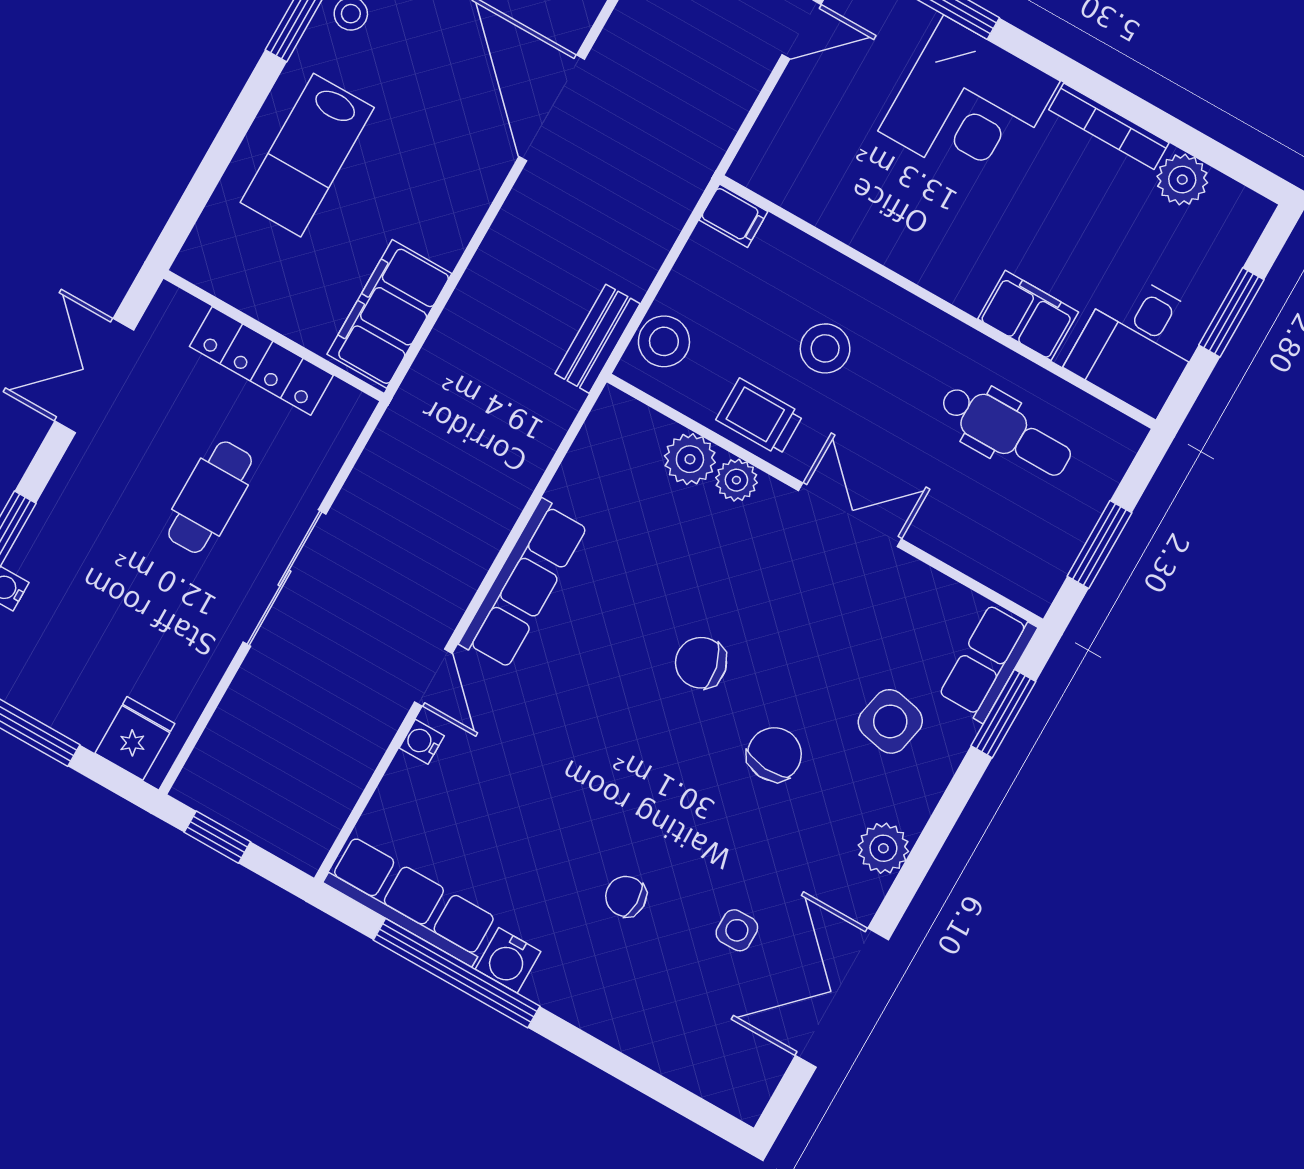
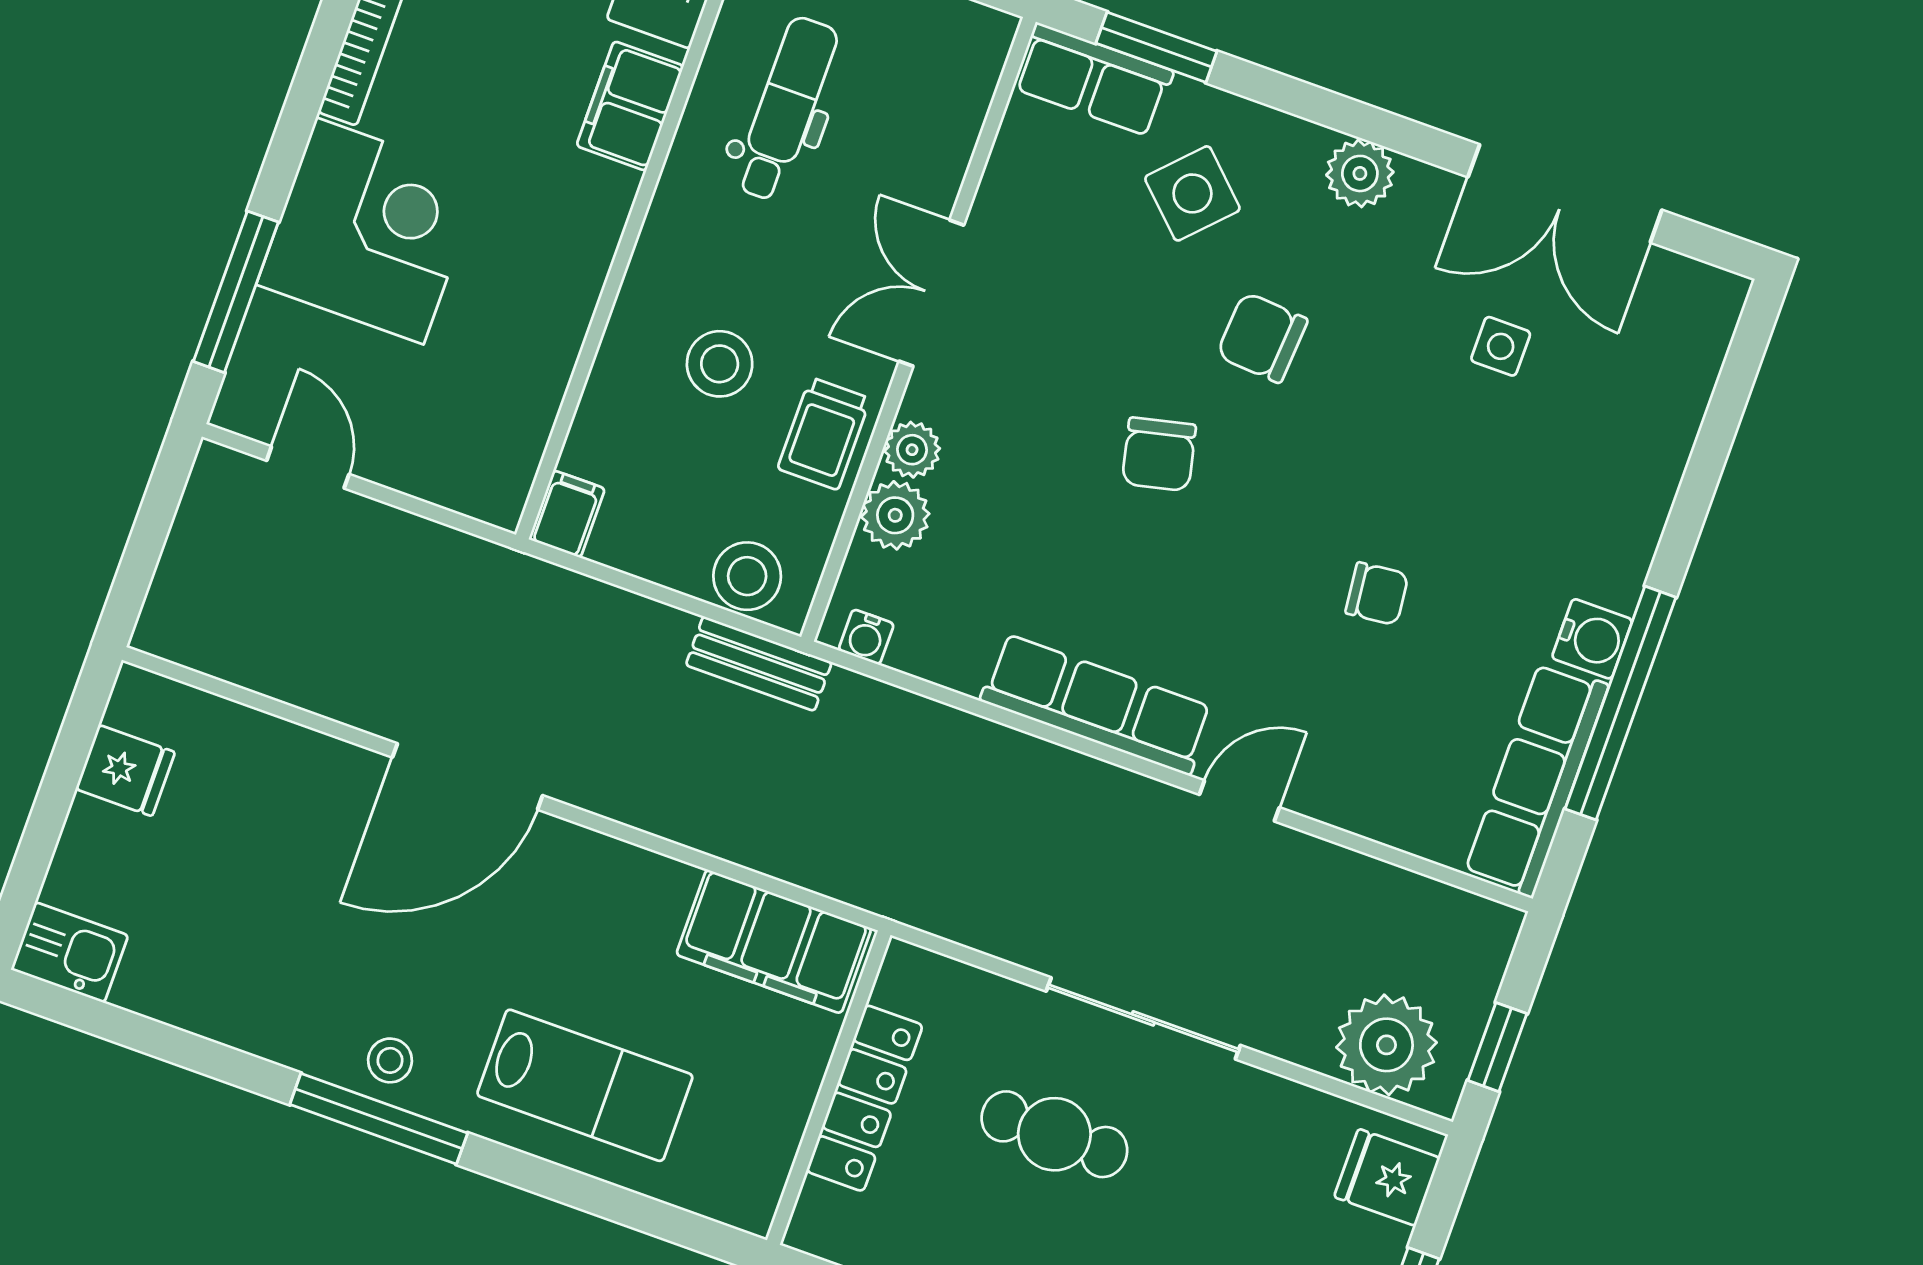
side table: (890, 721) -> (1192, 193), turned 32
water cooler: (422, 742) -> (866, 637), moved
plant: (233, 755) -> (1386, 1045), added
chair: (626, 896) -> (1377, 594), moved, turned -96

